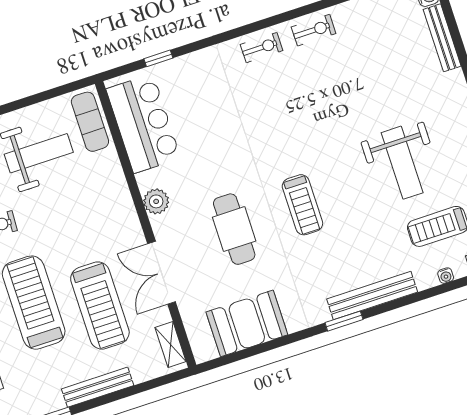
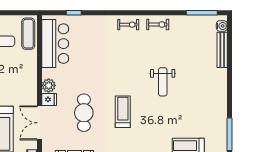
weight bench: (402, 163) -> (163, 82), moved, width x0.73, depth x0.75
treadmill: (302, 205) -> (123, 112), turned 180
fridge: (165, 226) -> (49, 99), added

